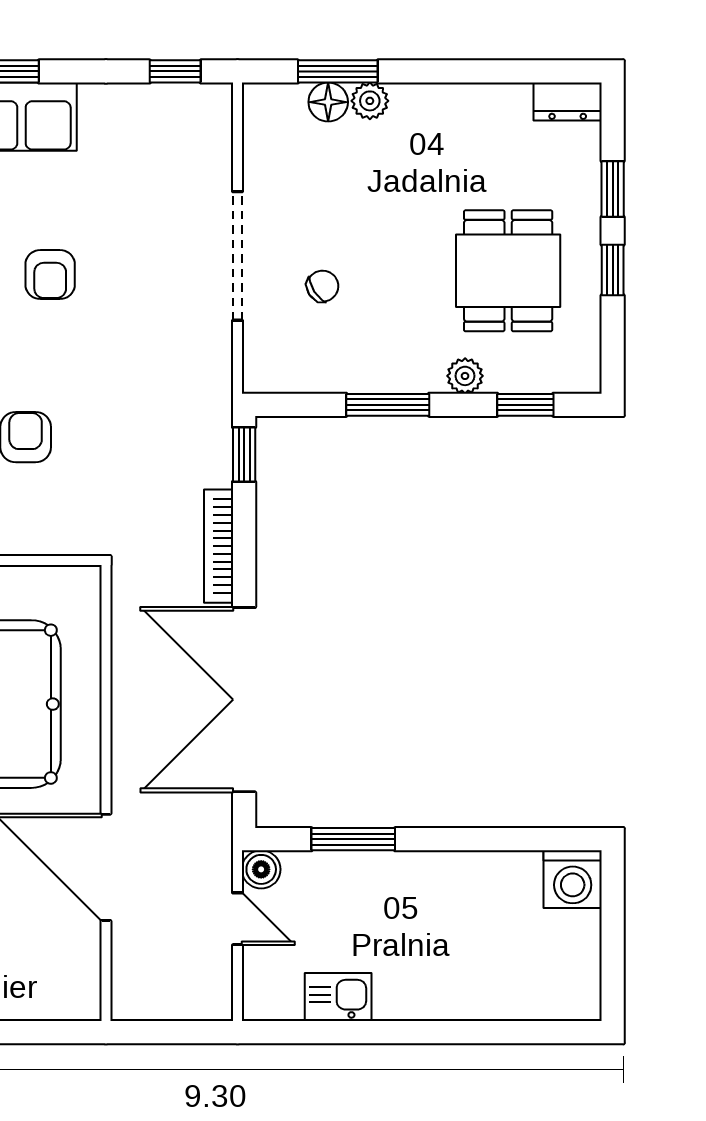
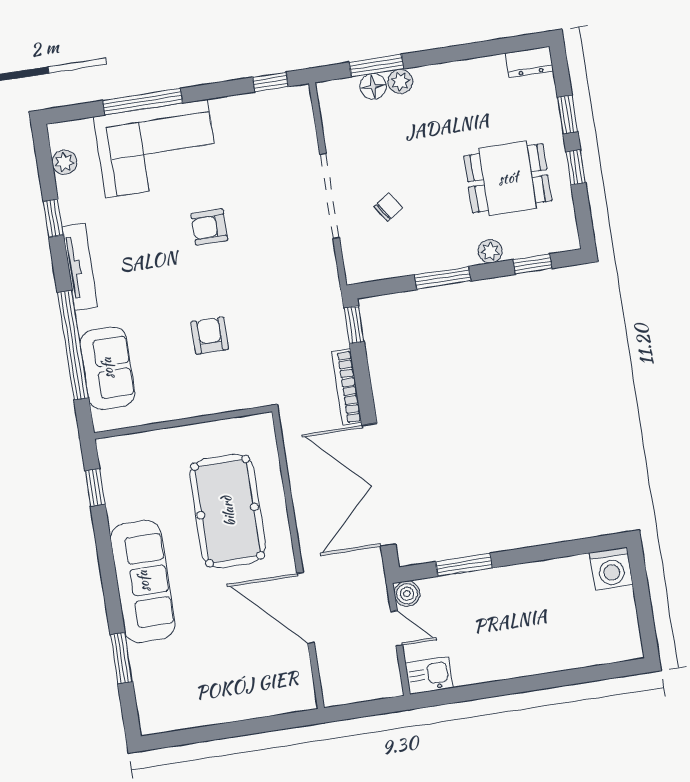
dining table: (508, 271) -> (508, 178), turned 90
armchair: (50, 275) -> (209, 227), turned 90
kitchen sink: (338, 997) -> (429, 676), moved

